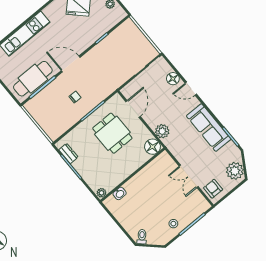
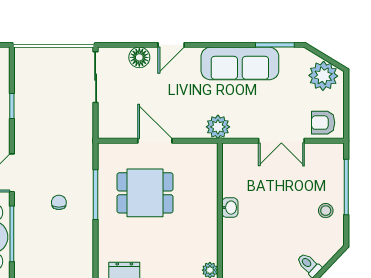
door: (133, 109) -> (155, 141), moved
plant: (162, 131) -> (218, 127), moved
floor lamp: (153, 147) -> (205, 156), removed
washbasin: (120, 193) -> (230, 208), moved

